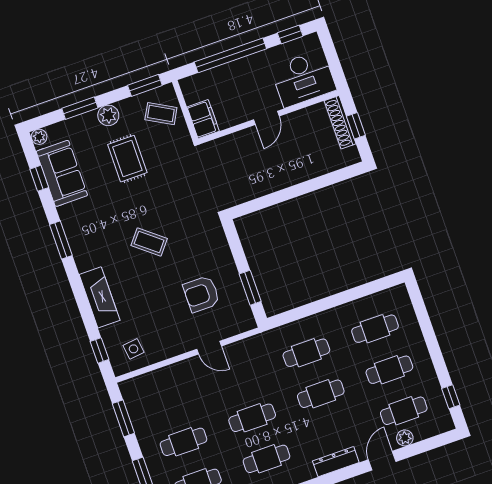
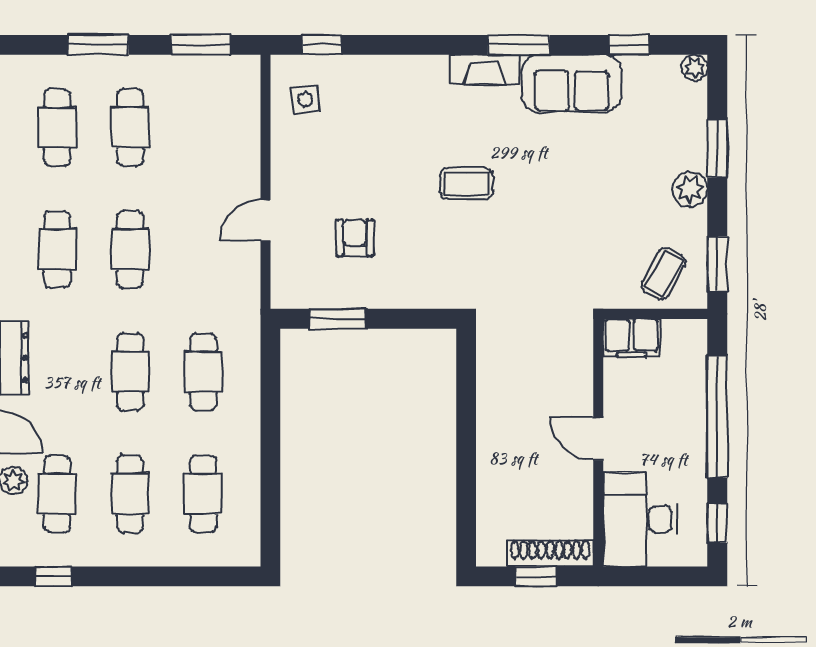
rug: (127, 159) -> (611, 196), removed
sofa: (62, 173) -> (572, 83), moved
coffee table: (149, 242) -> (466, 184), turned 51
armchair: (201, 294) -> (355, 238), width x0.72, depth x0.72
fireplace: (100, 297) -> (484, 70), moved, width x0.73, depth x0.76

